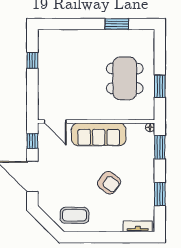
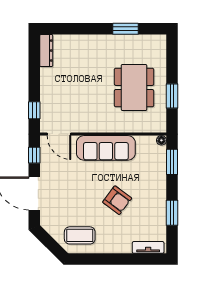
dresser: (43, 44) -> (46, 51), added
window: (32, 60) -> (34, 110), moved

